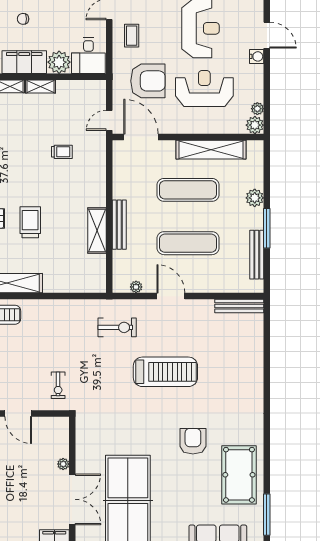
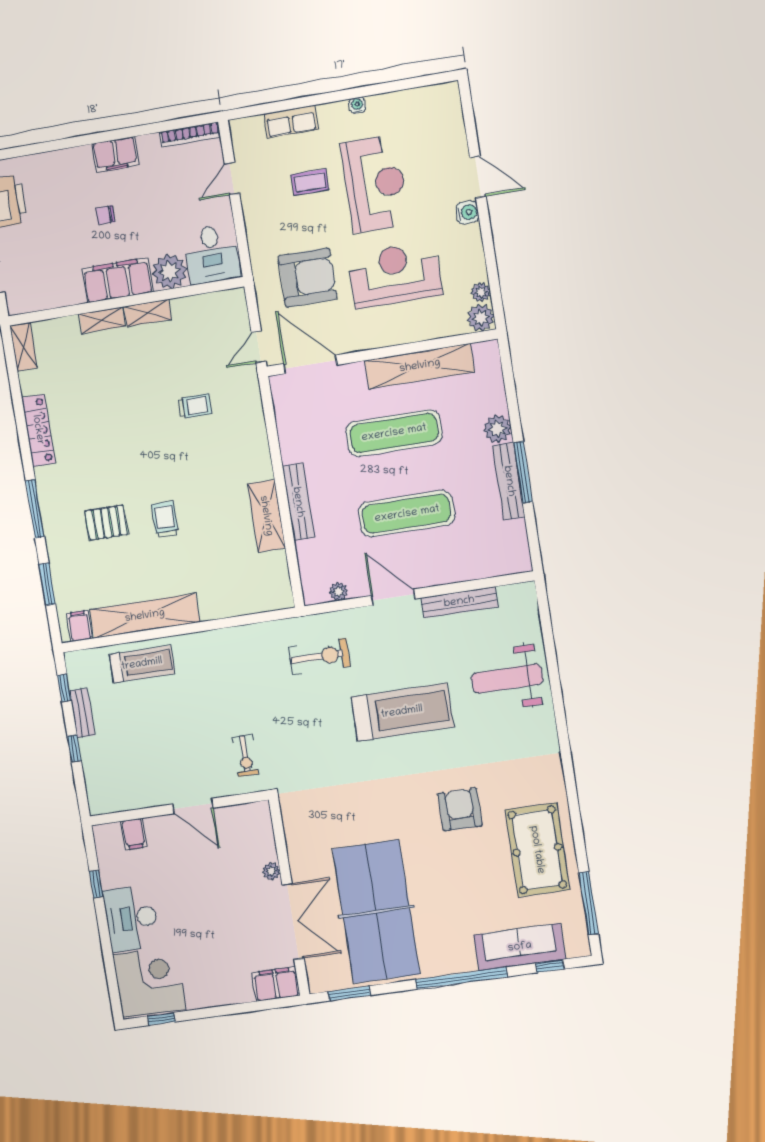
coffee table: (132, 36) -> (310, 182), moved, turned 90
trolley: (30, 222) -> (165, 519), width x0.73, depth x0.72
bench: (257, 255) -> (509, 481), moved
bench: (239, 306) -> (459, 602), moved
weight bench: (236, 360) -> (507, 679), added

